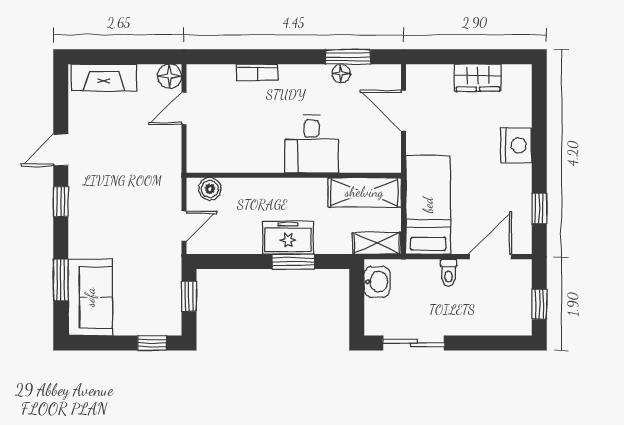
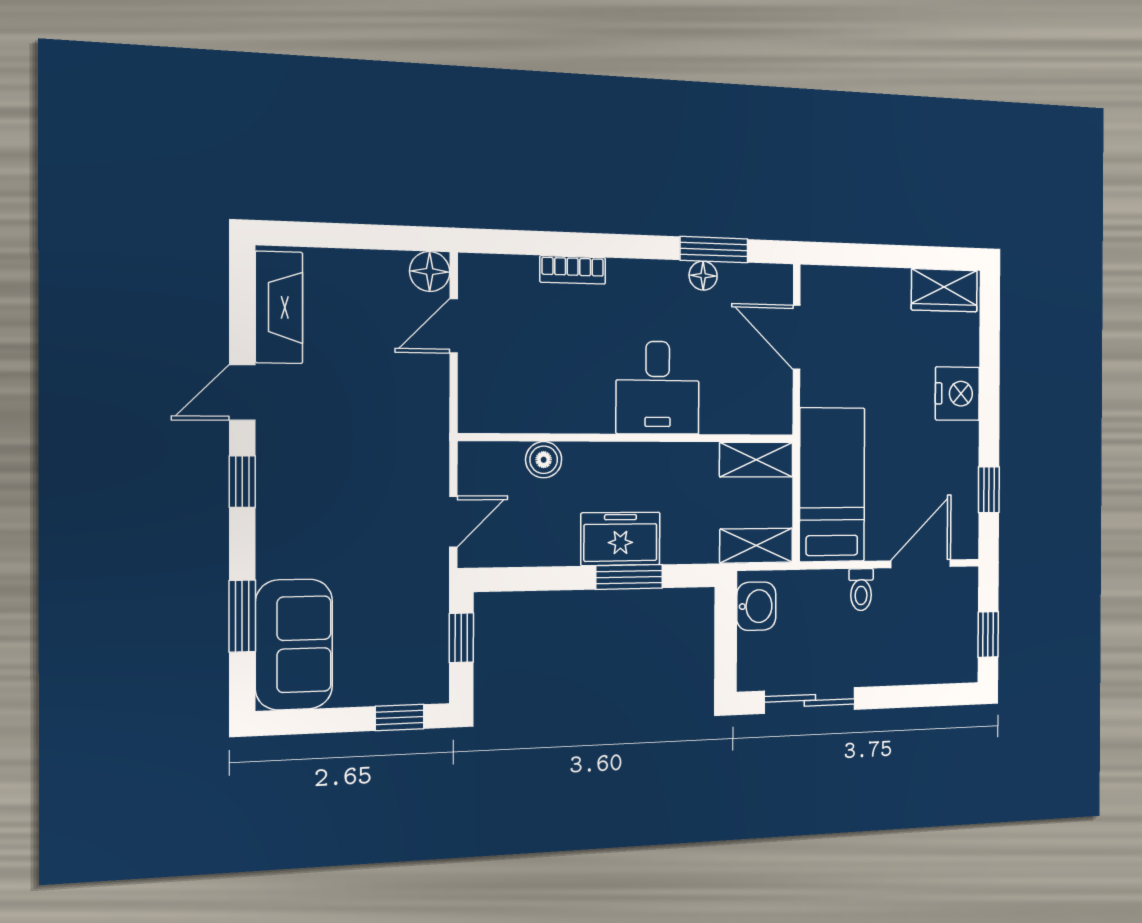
fireplace: (104, 78) -> (279, 307), moved, turned -90
wardrobe: (478, 78) -> (944, 290), moved
boiler: (210, 189) -> (544, 460), moved
shelving: (364, 192) -> (756, 460), width x0.67, depth x0.75

